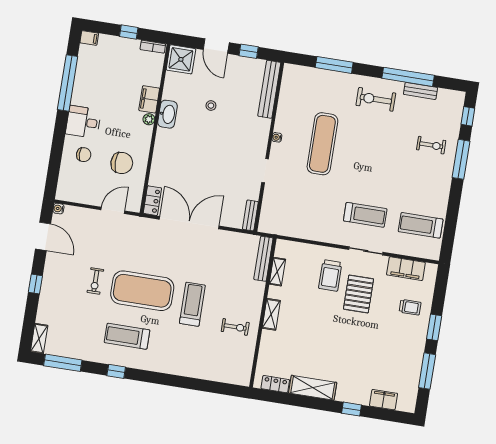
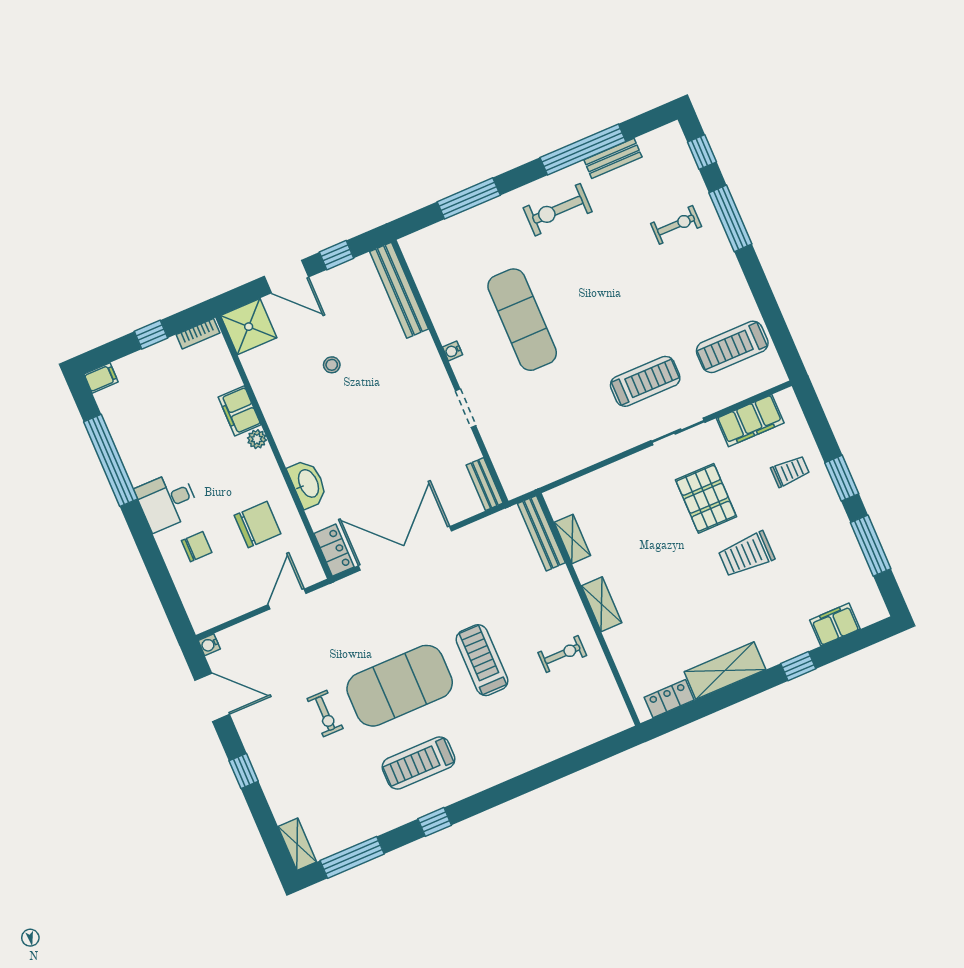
washbasin: (168, 114) -> (308, 484), moved
trolley: (330, 275) -> (746, 554), moved, turned 90

